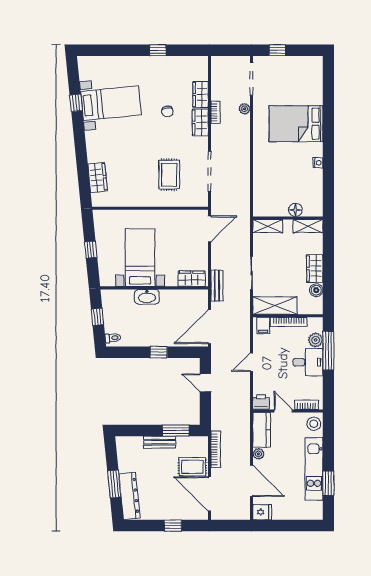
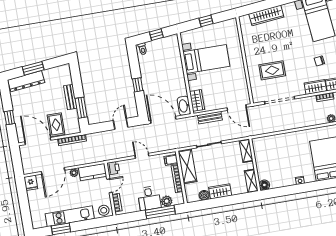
wardrobe: (98, 177) -> (266, 15), width x1.50
floor lamp: (295, 210) -> (264, 185), moved
bench: (217, 286) -> (210, 118), moved
washbasin: (147, 297) -> (184, 106), moved
door: (210, 494) -> (38, 141), hinge flipped

